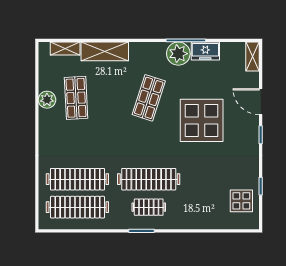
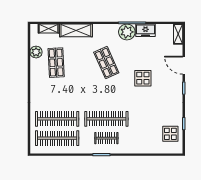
shop shelf: (149, 98) -> (106, 63), turned -42
plant: (47, 100) -> (36, 52), moved
display table: (202, 120) -> (143, 78), width x0.54, depth x0.54

